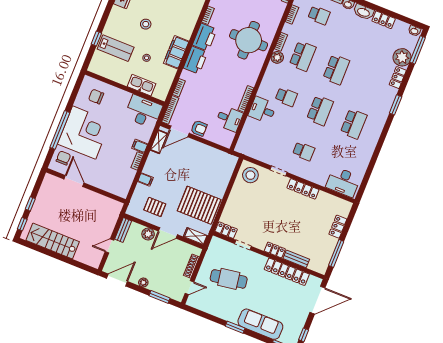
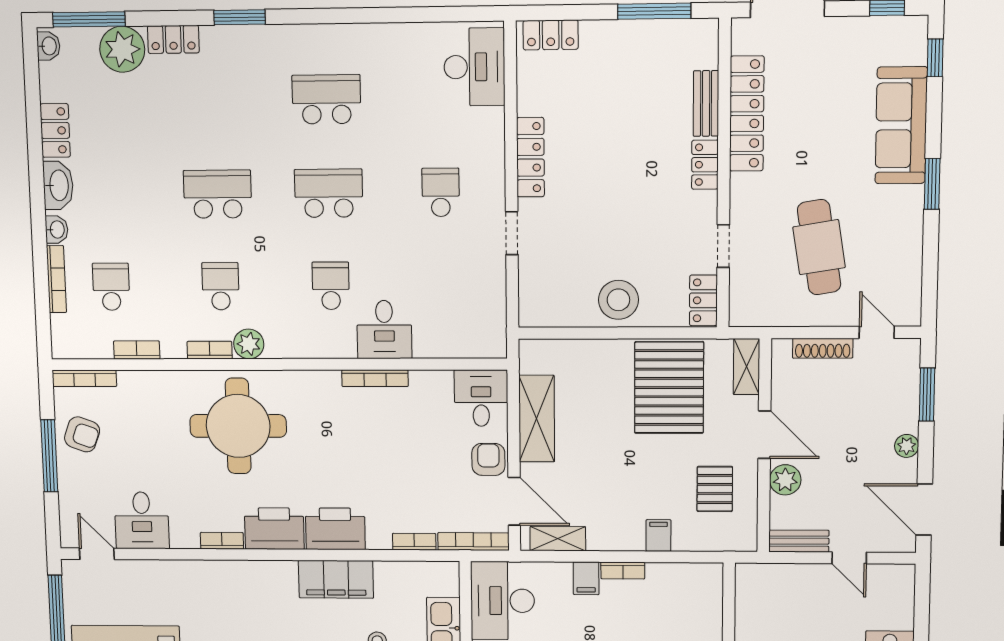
school desk: (303, 56) -> (220, 286), width x0.54
desk: (229, 119) -> (481, 398), moved
shelving: (207, 152) -> (537, 419), added
stool: (250, 175) -> (618, 300), moved
locker: (338, 227) -> (551, 35), moved

